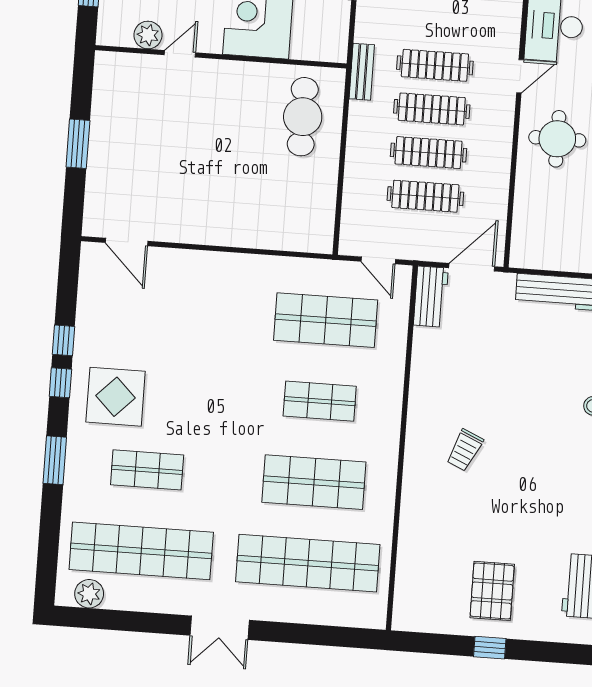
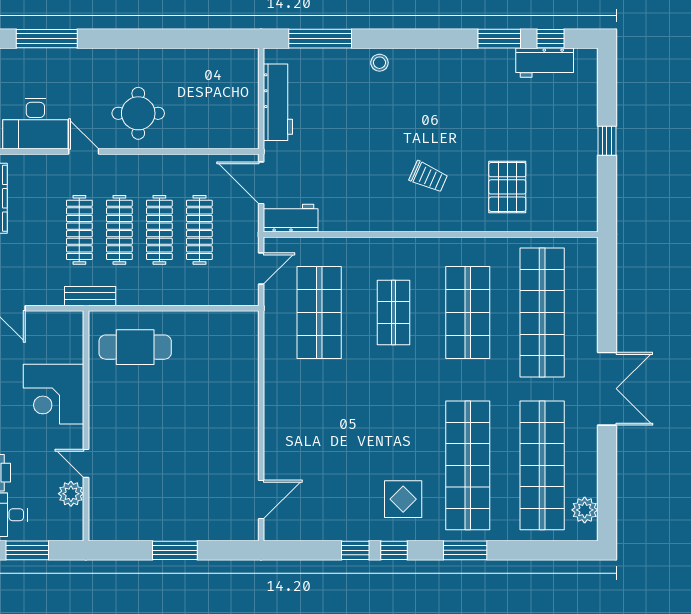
display table: (116, 397) -> (403, 499), width x0.73, depth x0.73
shop shelf: (147, 470) -> (468, 465), width x2.00, depth x1.36
pallet: (492, 591) -> (507, 187), moved, turned 90
double door: (220, 628) -> (607, 389), width x1.37

